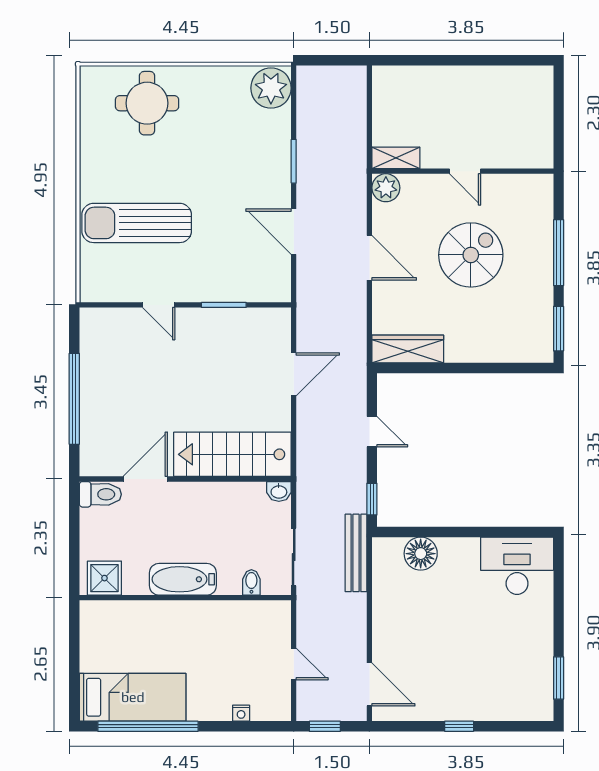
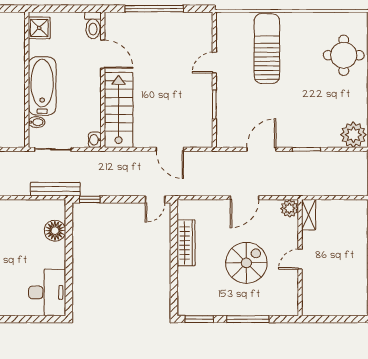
spiral stairs: (471, 255) -> (246, 263), turned -90
wardrobe: (408, 349) -> (186, 243), moved
door: (372, 432) -> (155, 199), moved
bathtub: (183, 579) -> (42, 86), width x1.36, depth x1.36

